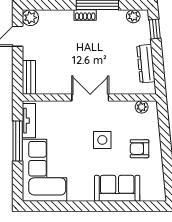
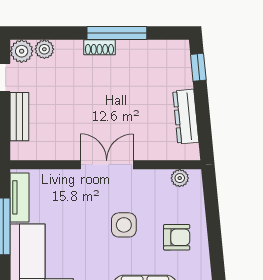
plant: (133, 16) -> (44, 49), moved
bench: (29, 77) -> (19, 117), moved
armchair: (139, 149) -> (177, 237), turned 180

